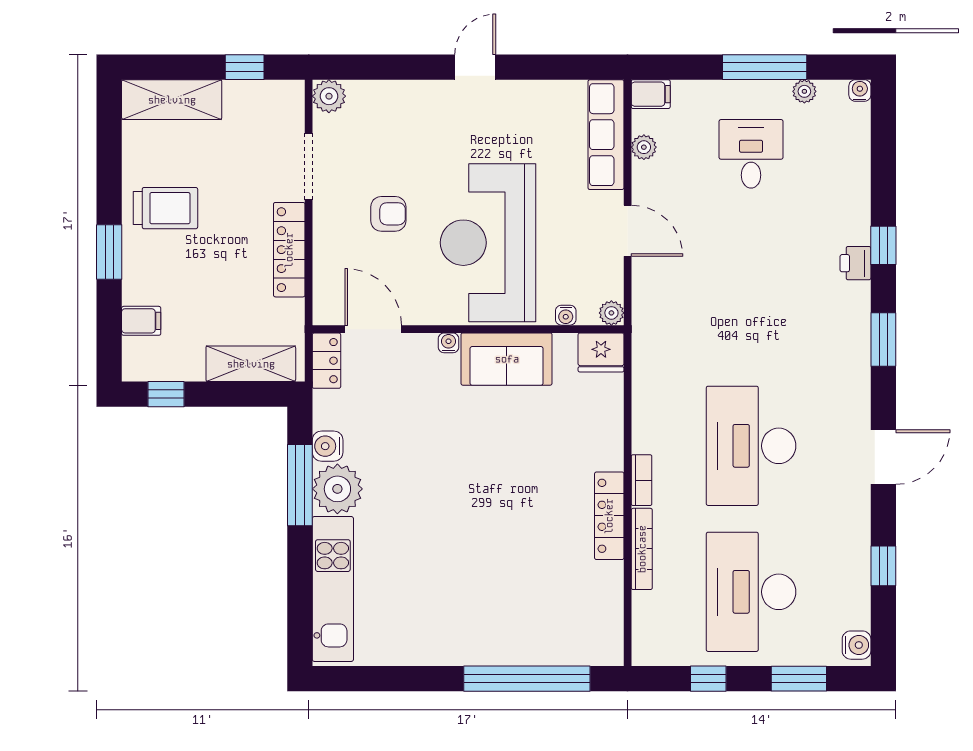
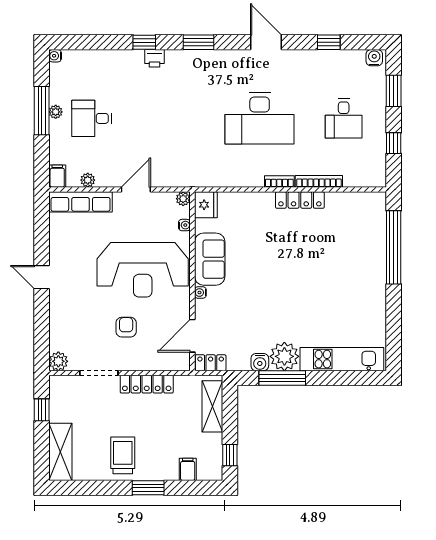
plant: (804, 91) -> (56, 112), moved
desk: (751, 592) -> (344, 118), width x0.53, depth x0.77

